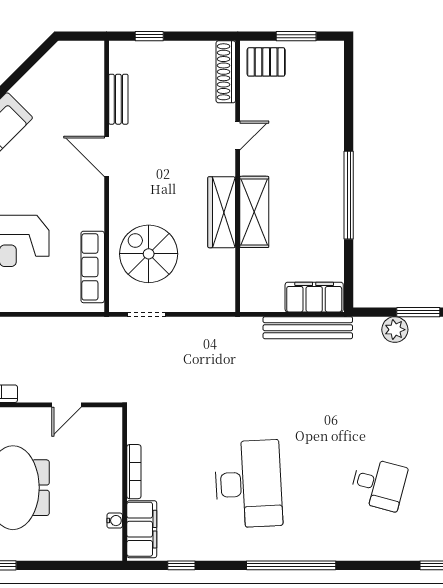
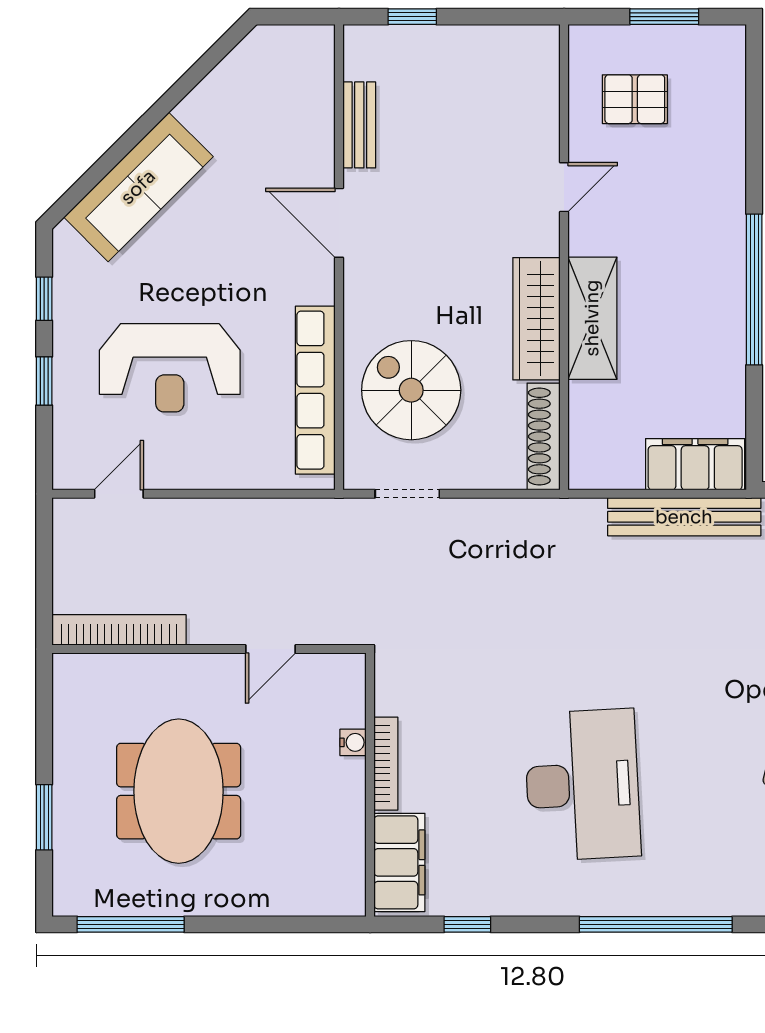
pallet: (266, 62) -> (635, 99), moved
shoe rack: (226, 72) -> (544, 436), moved
row of seats: (93, 267) -> (315, 390), width x1.36
water cooler: (115, 521) -> (353, 742), moved

